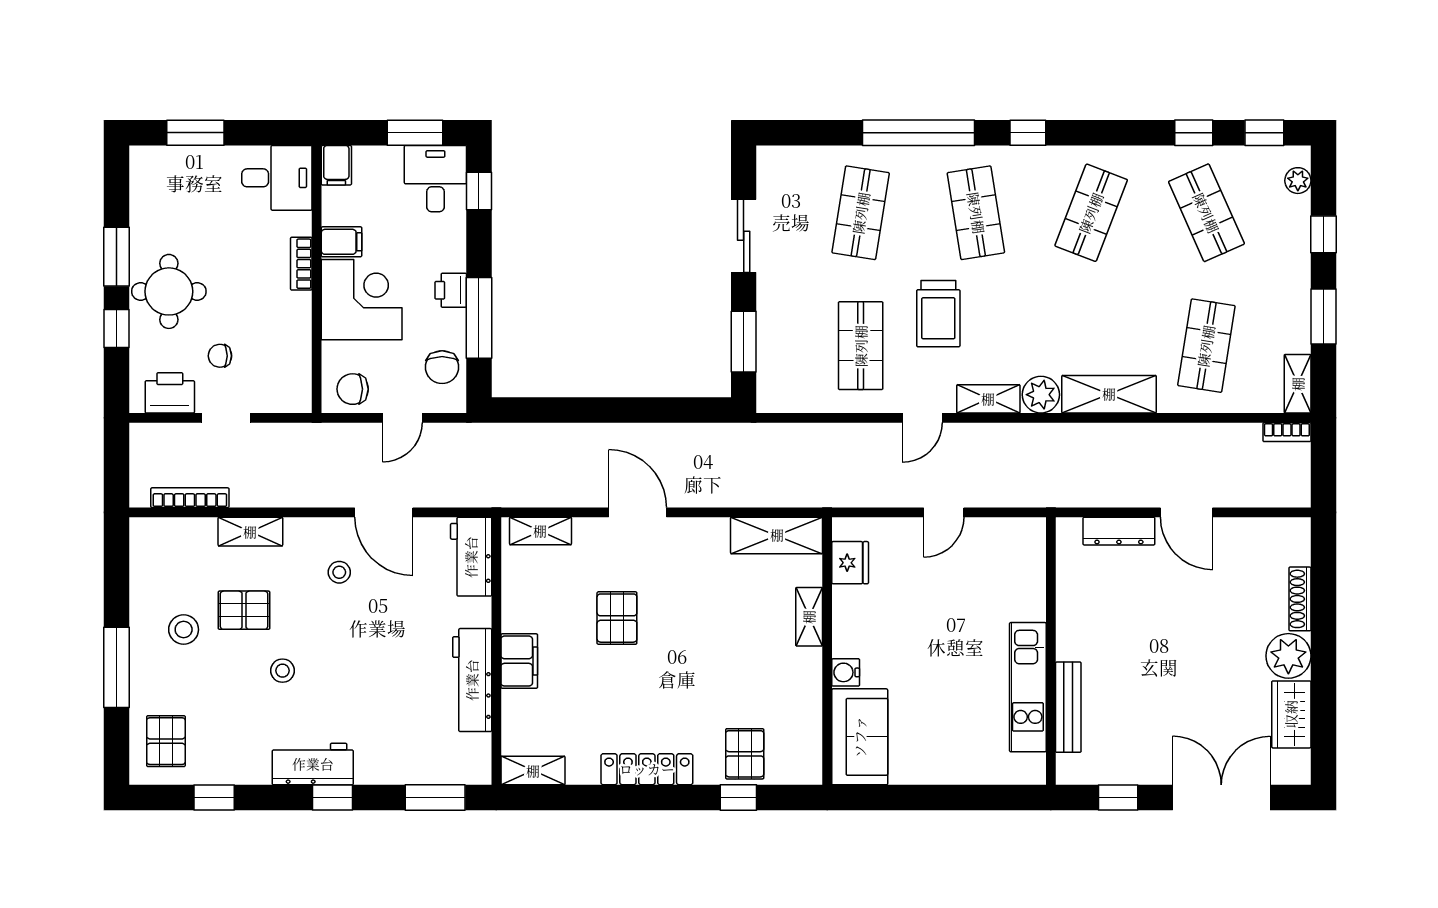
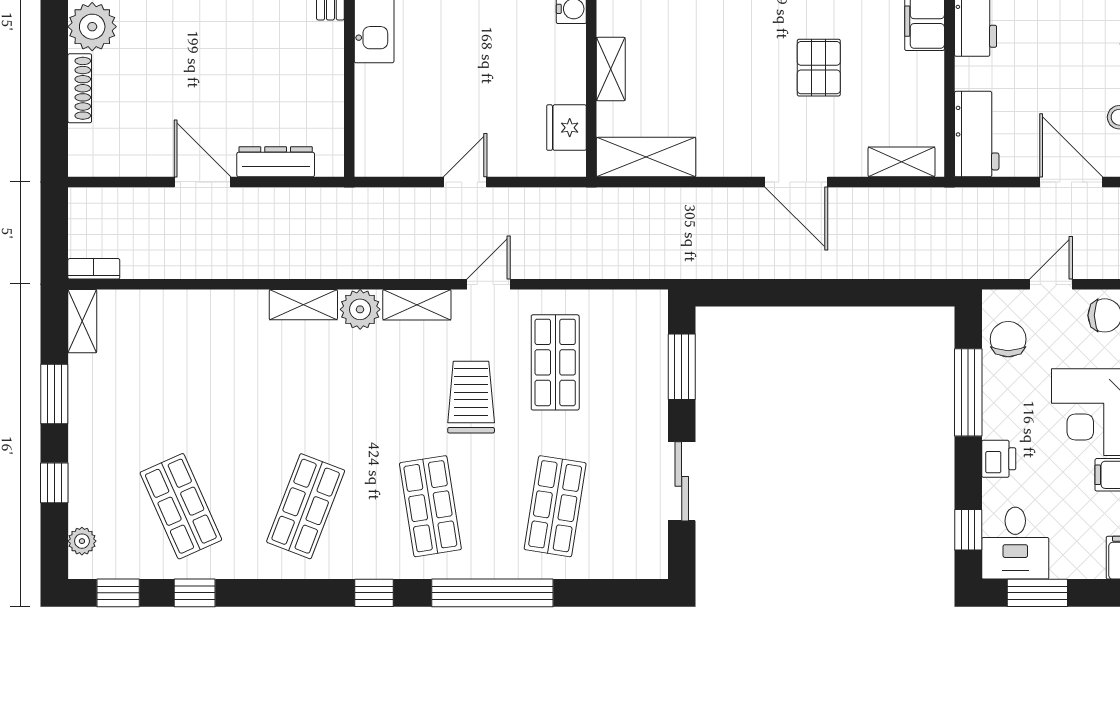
printer: (451, 290) -> (999, 459), moved
shop shelf: (1206, 346) -> (181, 362), removed
shelving: (1109, 394) -> (303, 305), width x0.67, depth x0.75

